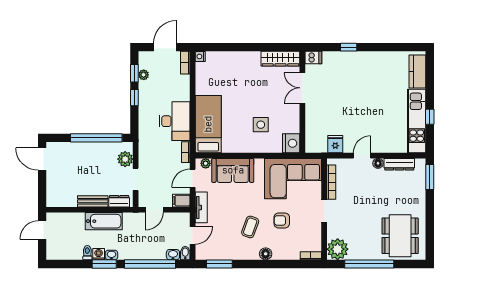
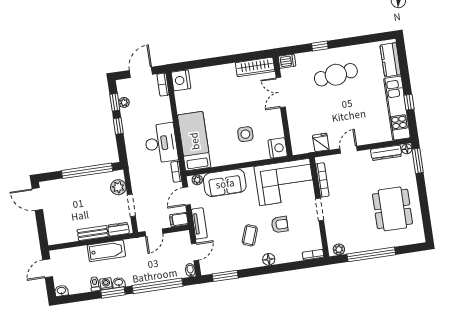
nightstand: (200, 56) -> (181, 80), width x1.89, depth x1.79
cafe table: (360, 78) -> (336, 75), added
floor lamp: (378, 163) -> (407, 149), moved
armchair: (282, 220) -> (280, 225), turned 180
dining table: (400, 236) -> (392, 209), moved
plant: (338, 249) -> (339, 249), width x0.53, depth x0.53
washbasin: (173, 255) -> (61, 291), moved

